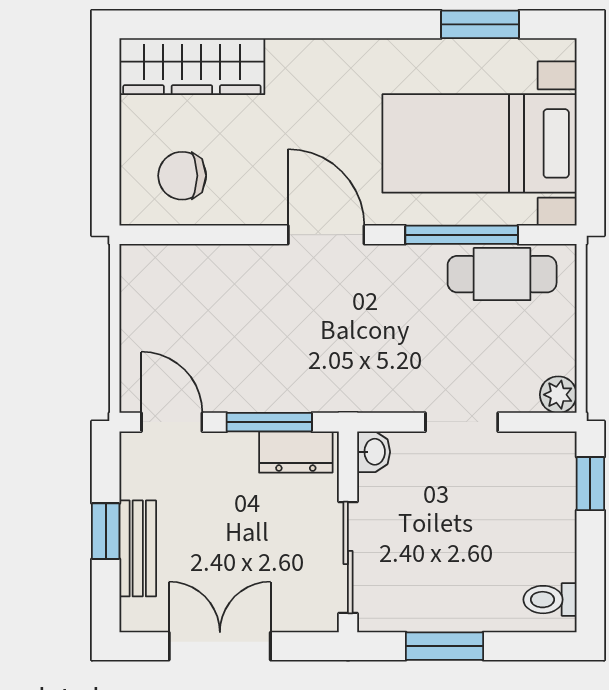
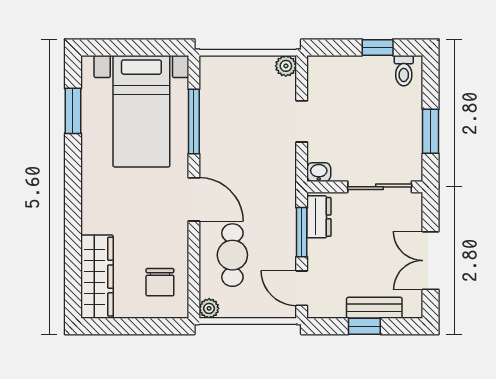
door: (326, 235) -> (194, 199), swing flipped
plant: (137, 261) -> (209, 308), added
cafe table: (502, 274) -> (232, 255), moved
door: (172, 422) -> (302, 288), hinge flipped
window: (590, 484) -> (378, 47), moved

